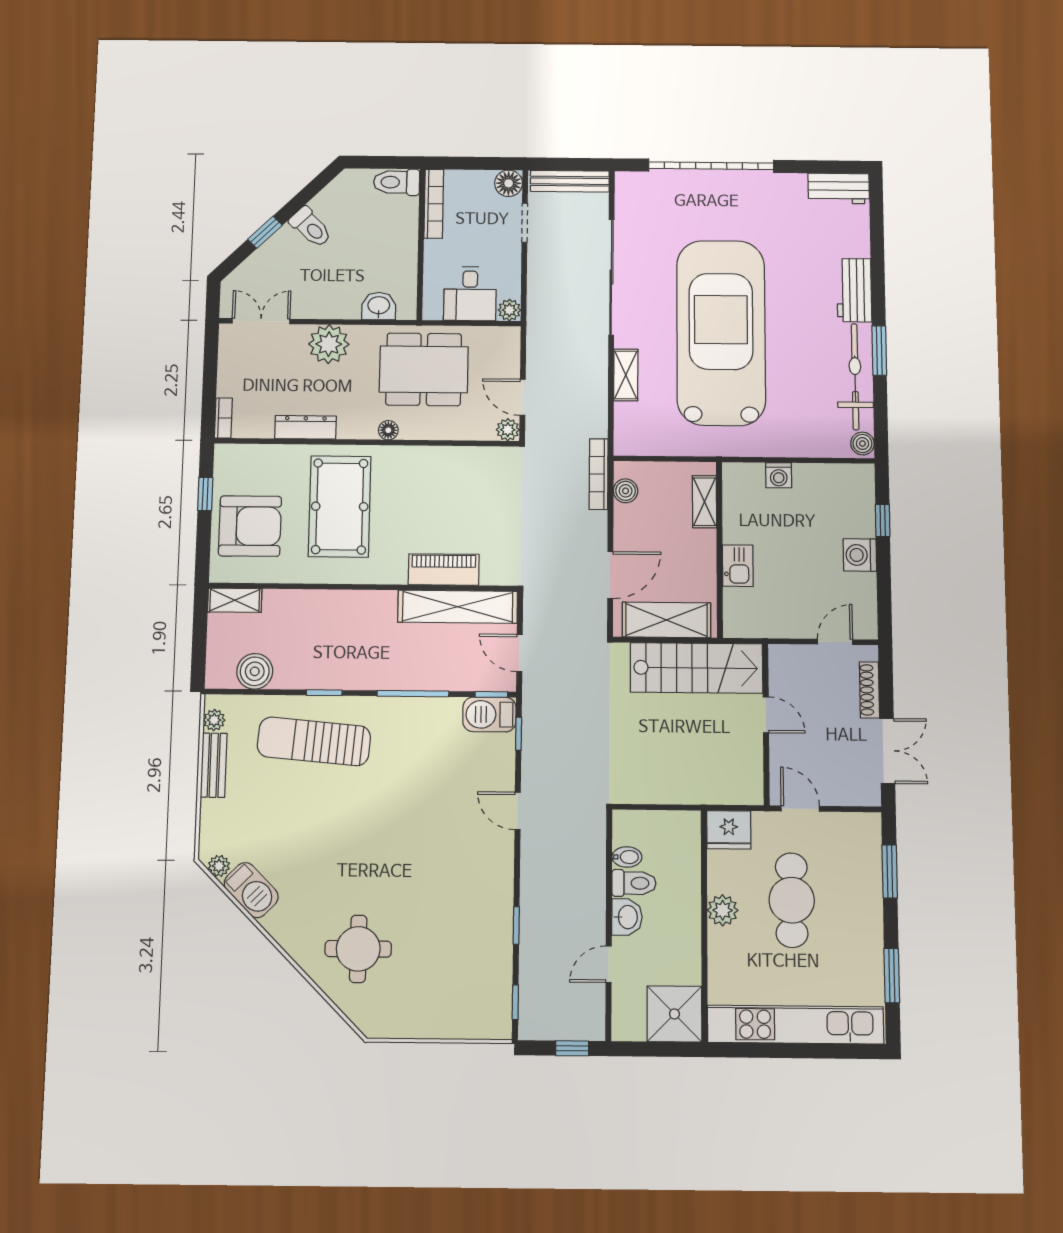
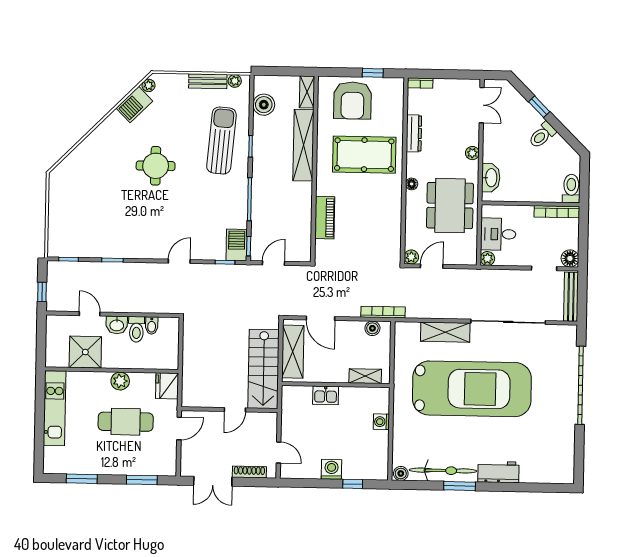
workbench: (839, 188) -> (565, 465), removed
washbasin: (379, 306) -> (491, 178), width x1.38
plant: (329, 344) -> (472, 153), width x0.53, depth x0.53
shelving: (626, 375) -> (445, 332), width x1.50, depth x1.33
shelving: (458, 607) -> (303, 145), moved
round table: (358, 949) -> (156, 166), moved
shower: (674, 1014) -> (85, 352), moved
kitchen unit: (796, 1025) -> (55, 408), width x0.73

